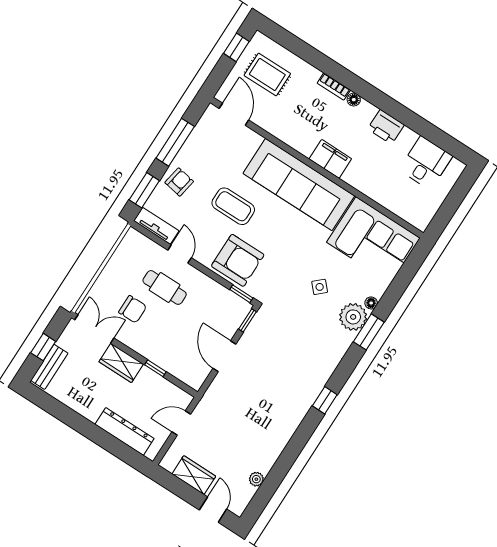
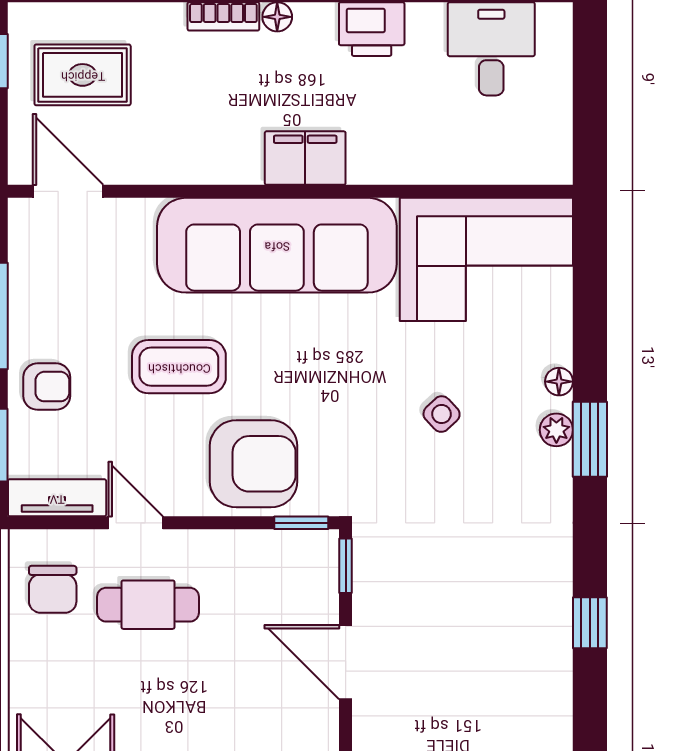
armchair: (179, 182) -> (47, 387), turned 80
chair: (133, 309) -> (53, 589), moved, turned 90
plant: (353, 317) -> (556, 430), width x0.53, depth x0.53

